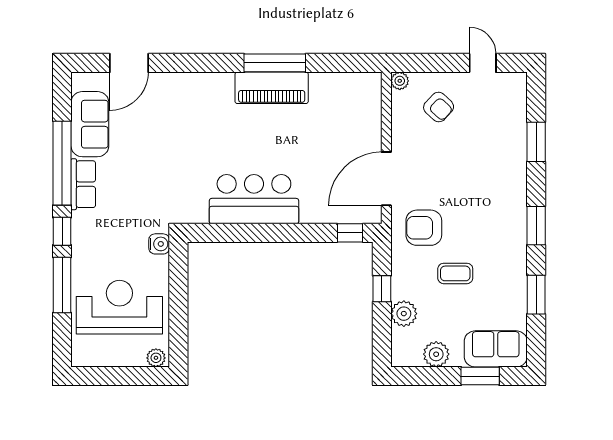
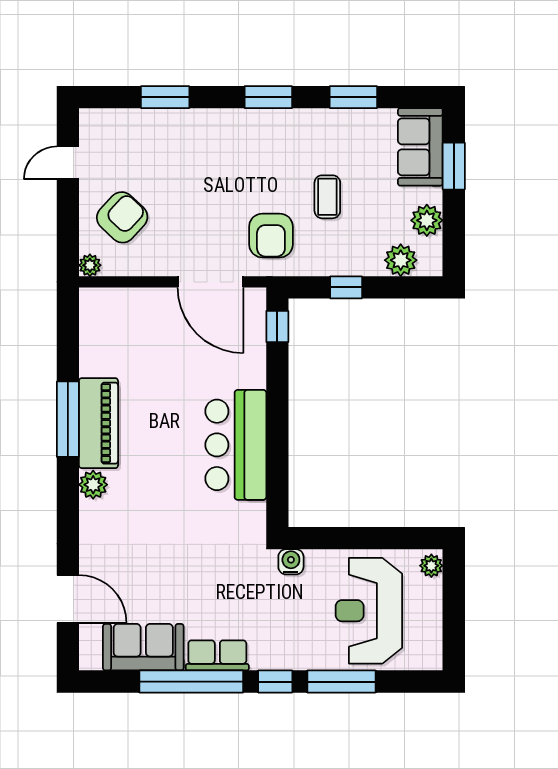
plant: (222, 83) -> (93, 485), added
armchair: (439, 107) -> (122, 217), width x1.38, depth x1.38
plant: (404, 314) -> (401, 260), moved

